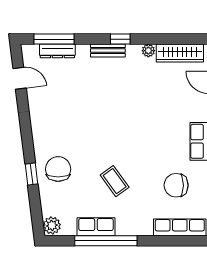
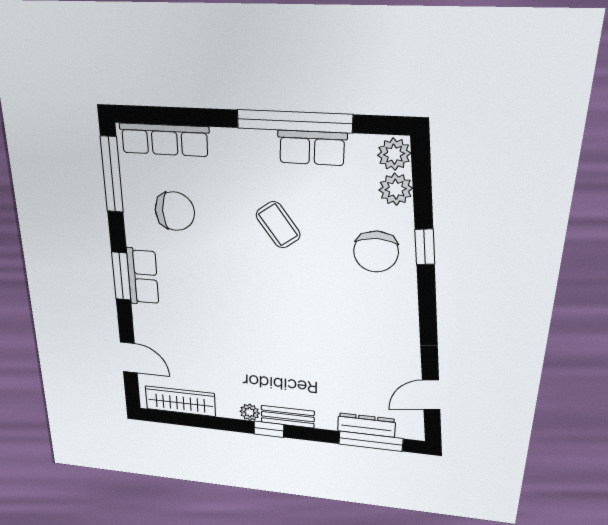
plant: (148, 51) -> (250, 412), moved
door: (20, 78) -> (431, 395), hinge flipped
plant: (50, 206) -> (396, 189), added

